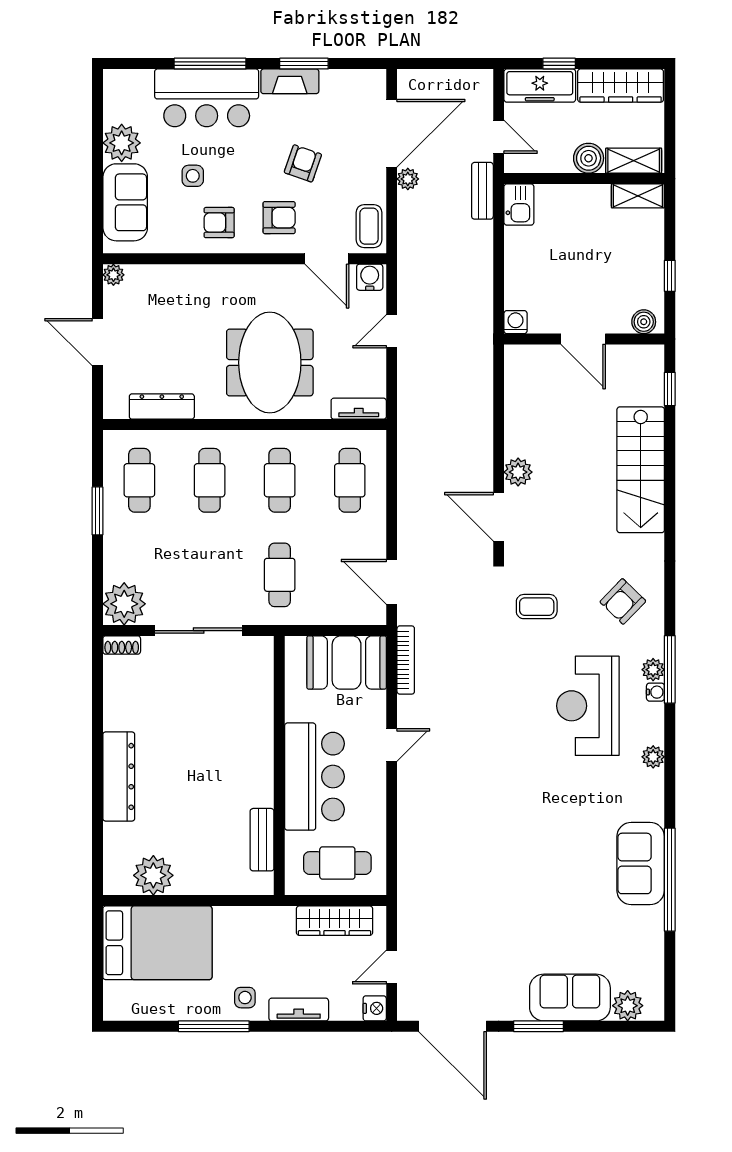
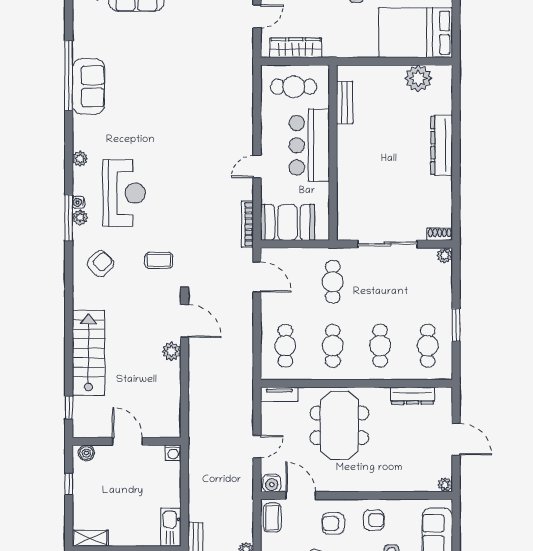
kitchen sink: (519, 205) -> (171, 527), width x1.38
plant: (124, 604) -> (445, 255), width x0.53, depth x0.53

